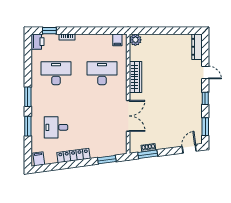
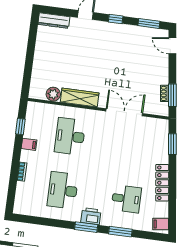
window: (49, 31) -> (20, 127), moved
filing cabinet: (117, 40) -> (29, 144), moved
plant: (135, 40) -> (53, 94), moved
printer: (38, 42) -> (91, 216), moved
desk: (56, 127) -> (126, 199), turned -90

